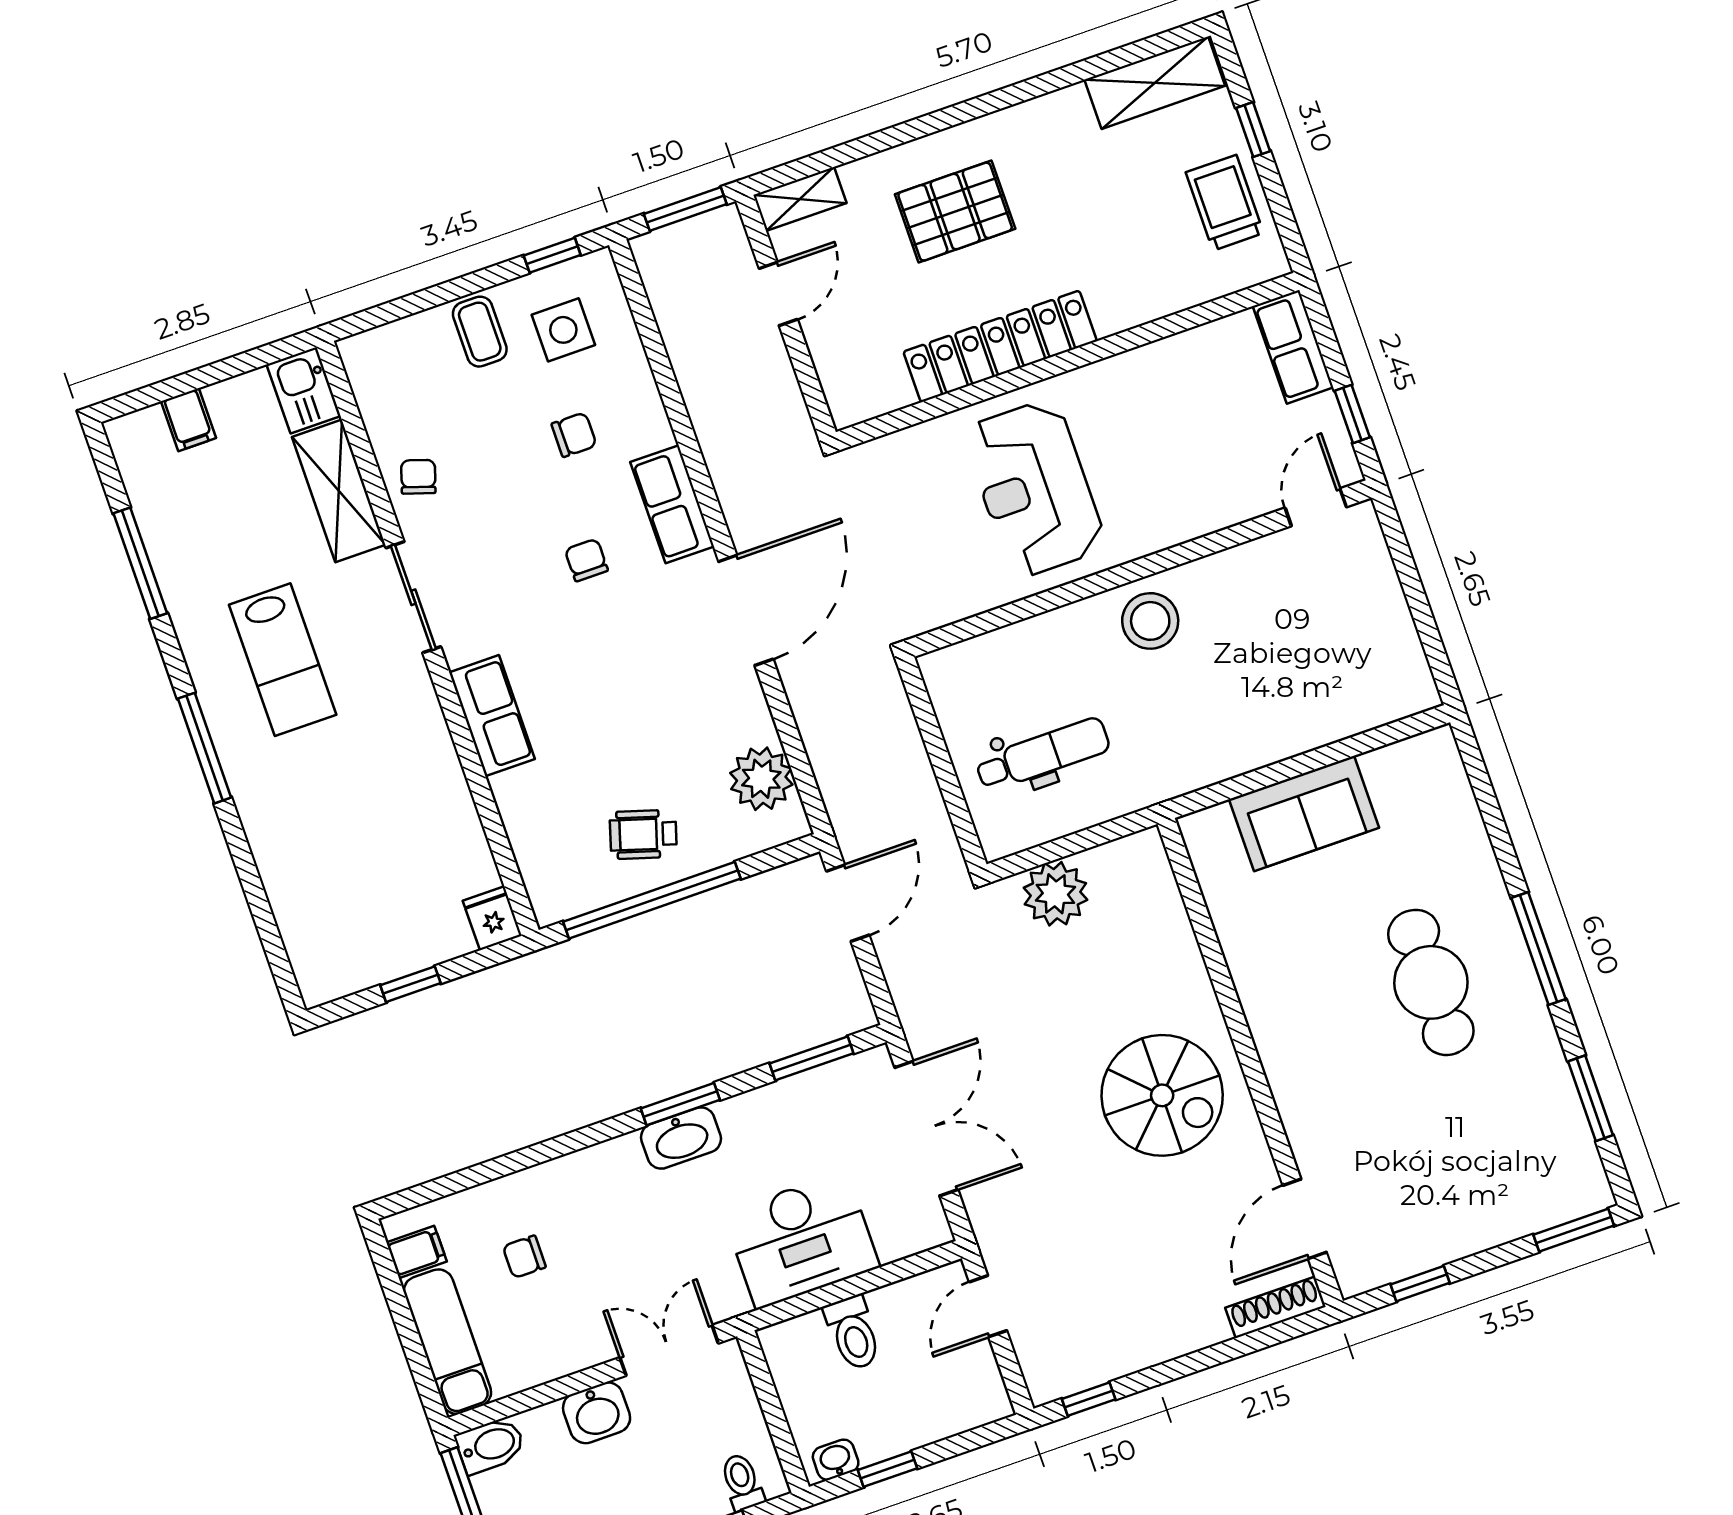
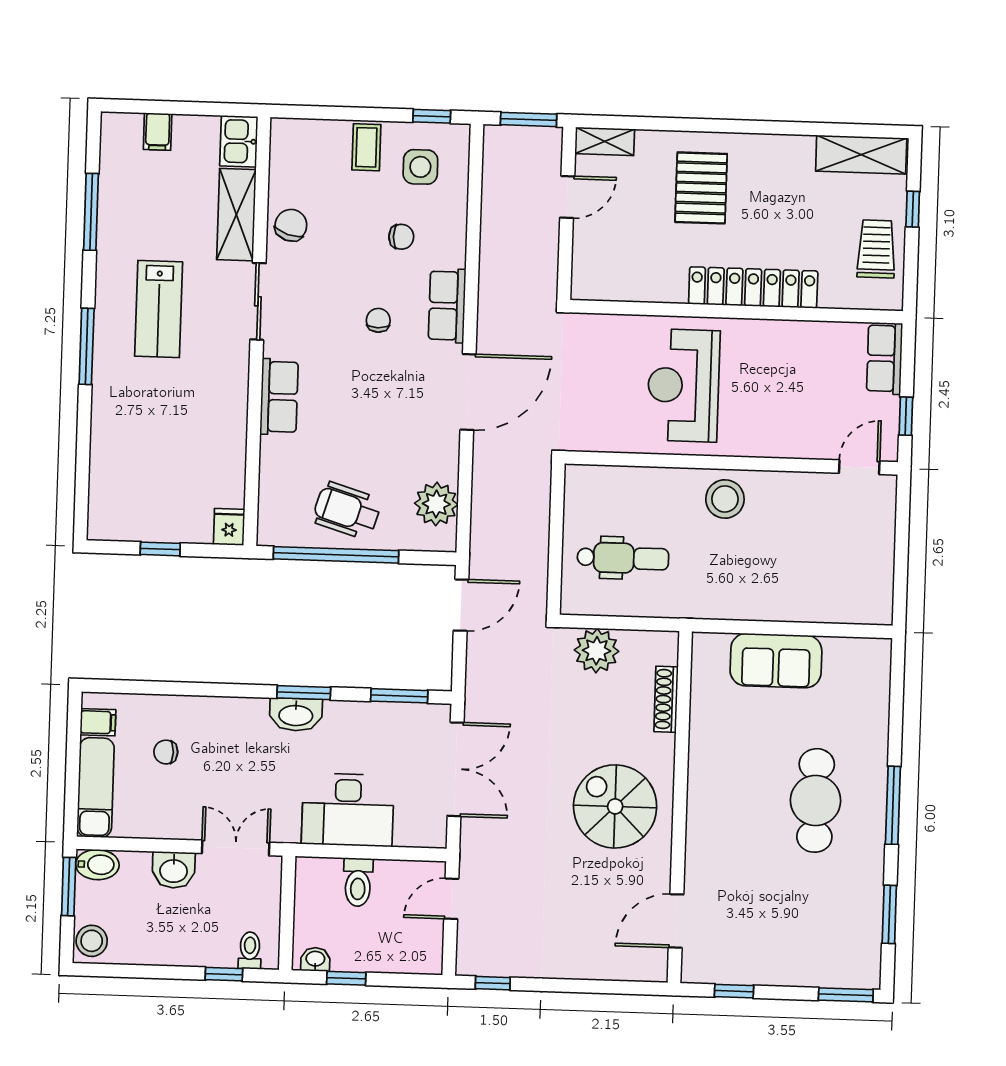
pallet: (955, 212) -> (701, 188), turned 90
locker: (1000, 346) -> (753, 287), moved
chair: (418, 477) -> (291, 225), width x1.37, depth x1.37
wheelchair: (643, 834) -> (347, 510), width x1.36, depth x1.37
spiral stairs: (1162, 1095) -> (615, 806), turned 180
shoe rack: (1276, 1307) -> (666, 699), moved, turned -90

